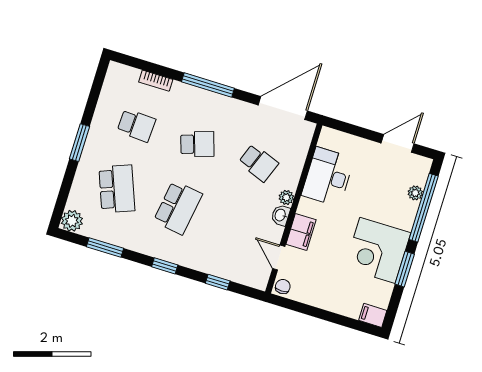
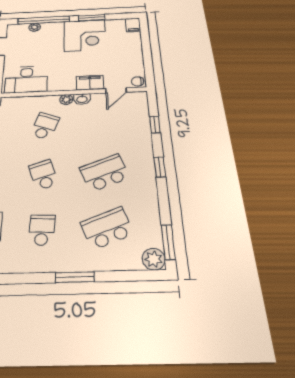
desk: (328, 177) -> (26, 79), moved
school desk: (178, 208) -> (105, 173), turned -30
window: (105, 248) -> (168, 242), moved

